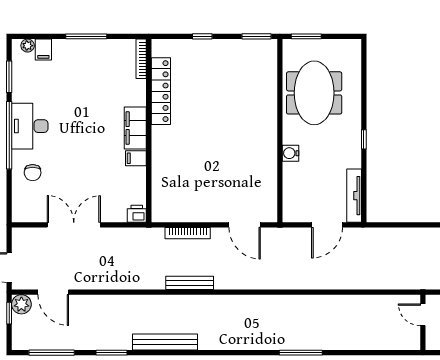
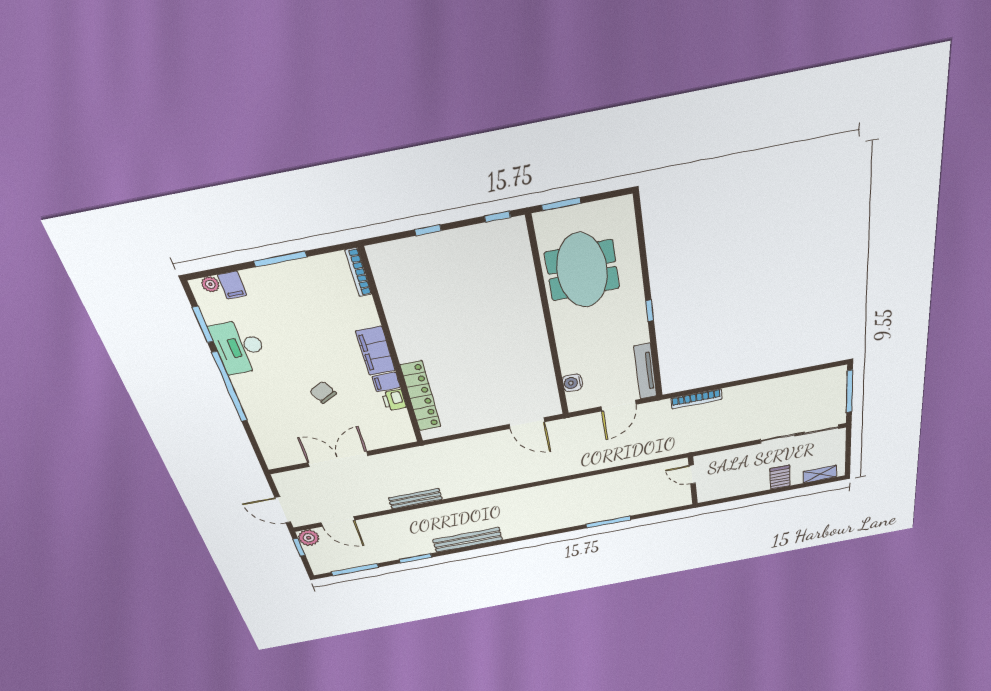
window: (257, 36) -> (497, 217), width x0.67
locker: (161, 91) -> (421, 396), moved
desk: (30, 126) -> (239, 347), moved
water cooler: (291, 153) -> (572, 383), moved
chair: (33, 173) -> (323, 392), moved, turned 152
printer: (137, 214) -> (394, 400), moved, turned -90
bookcase: (188, 233) -> (696, 399), moved
bench: (190, 283) -> (415, 499), moved
door: (423, 315) -> (692, 474), moved
wall: (423, 322) -> (693, 481), moved

